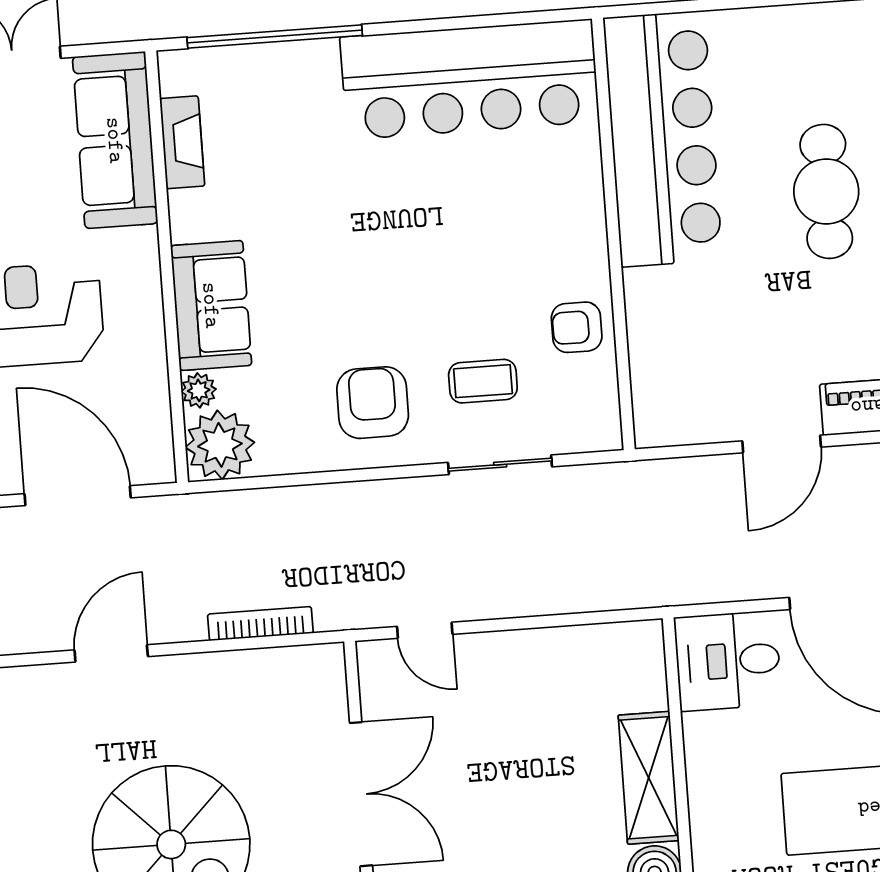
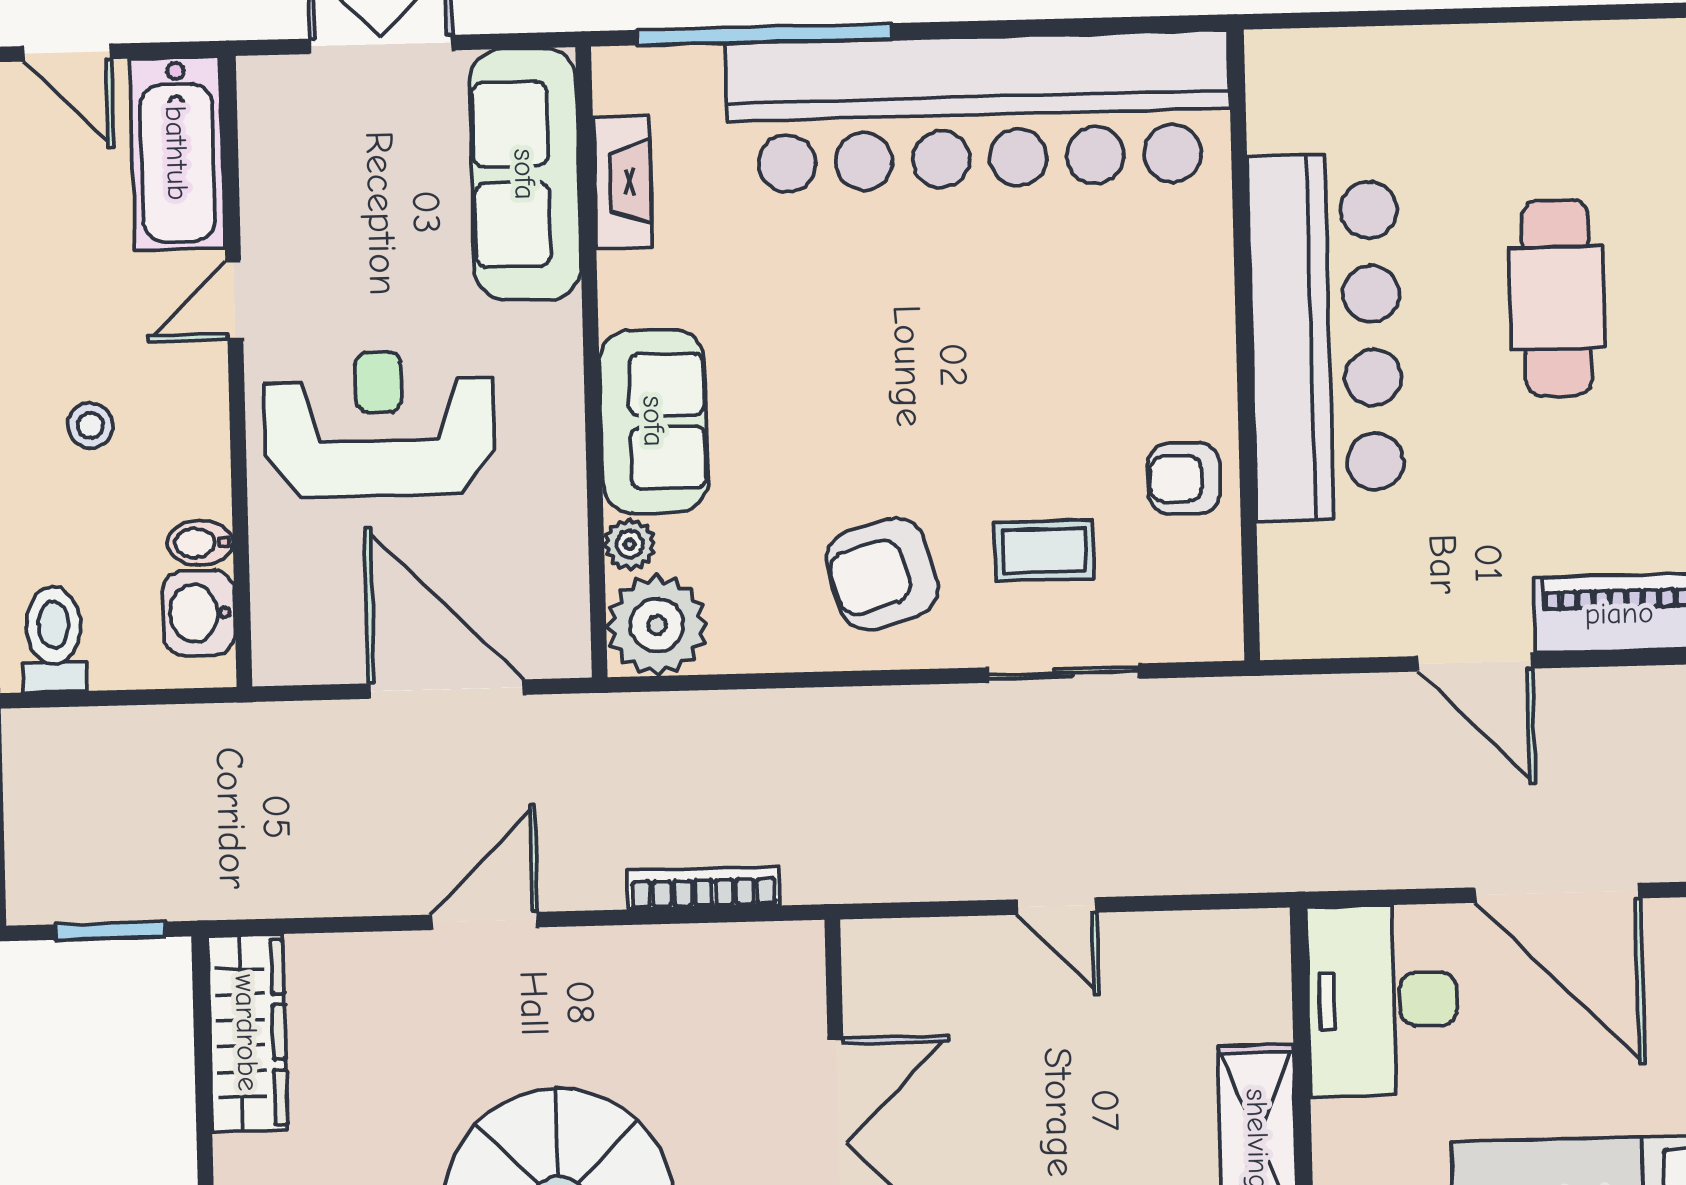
bar counter: (470, 79) -> (979, 112), width x1.36
bar counter: (663, 139) -> (1326, 337), moved
armchair: (373, 403) -> (882, 574), turned -106
door: (782, 444) -> (1475, 662), hinge flipped
door: (425, 630) -> (1056, 906), moved
desk: (728, 661) -> (1382, 1000), width x1.37

